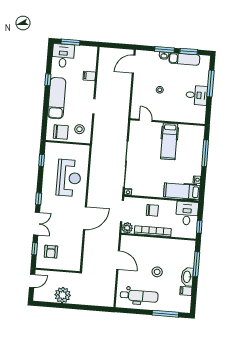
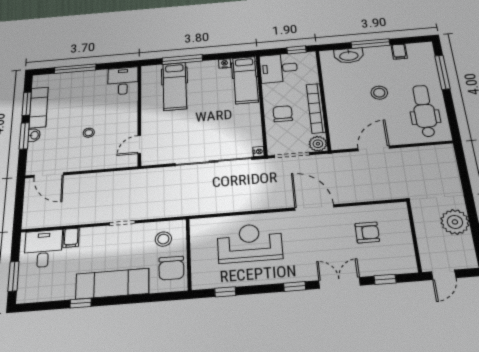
desk: (63, 56) -> (43, 249), moved, turned 90
desk: (197, 95) -> (123, 81), moved
chair: (61, 132) -> (171, 268), turned 180
hospital bed: (169, 141) -> (175, 86), moved, turned 90
armchair: (51, 252) -> (367, 232), moved
window: (196, 264) -> (370, 44), moved
washbasin: (187, 277) -> (349, 56), moved
door: (32, 281) -> (444, 275), swing flipped

